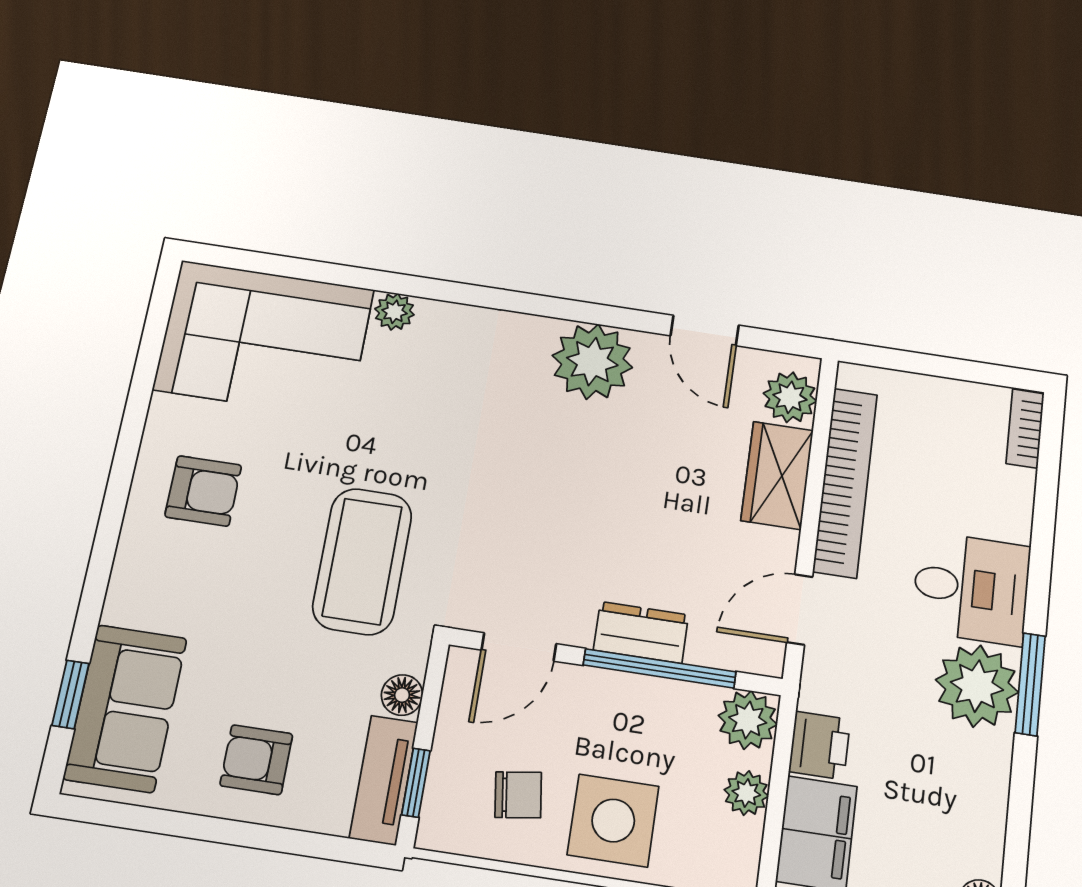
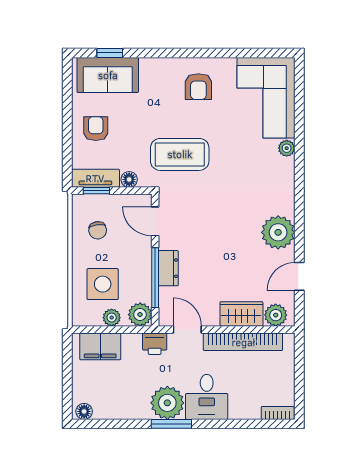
printer: (820, 745) -> (155, 344), moved
side table: (613, 820) -> (103, 284), moved

